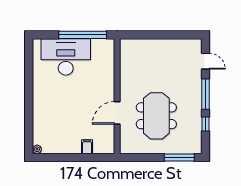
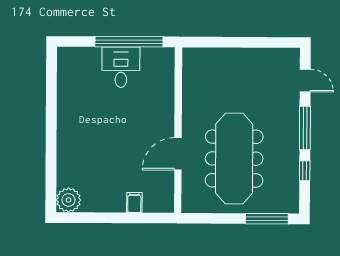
desk: (66, 57) -> (121, 67), width x0.53, depth x0.77
meeting table: (156, 116) -> (234, 159), width x1.36
plant: (37, 149) -> (68, 200), width x1.88, depth x1.88

